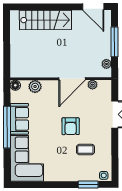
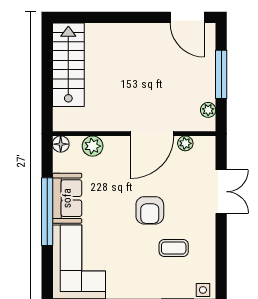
stairs: (45, 20) -> (68, 65), moved, turned -90

